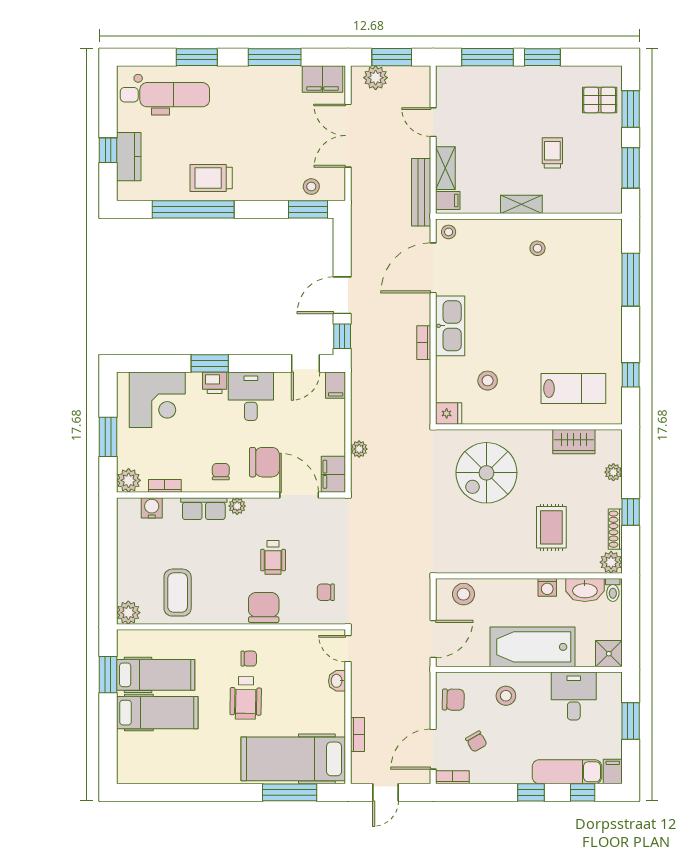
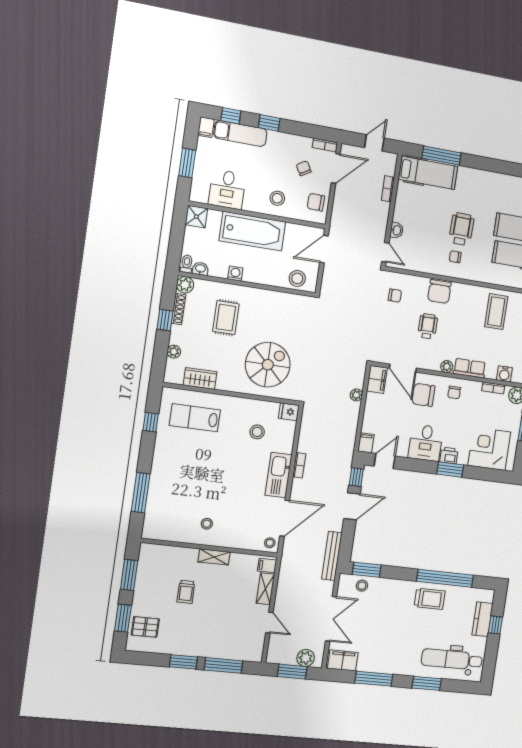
bench: (421, 192) -> (332, 556), moved
washbasin: (585, 590) -> (200, 269), width x0.52, depth x0.69
hospital bed: (293, 759) -> (428, 173), width x0.73, depth x0.78

